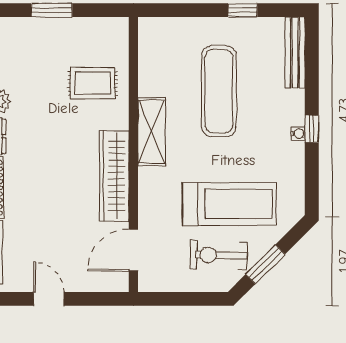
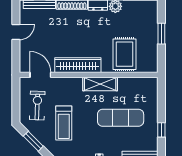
rug: (93, 83) -> (124, 54), width x1.36, depth x1.43
treadmill: (229, 204) -> (64, 123), width x0.73, depth x0.73
exercise bike: (218, 255) -> (37, 106), moved

